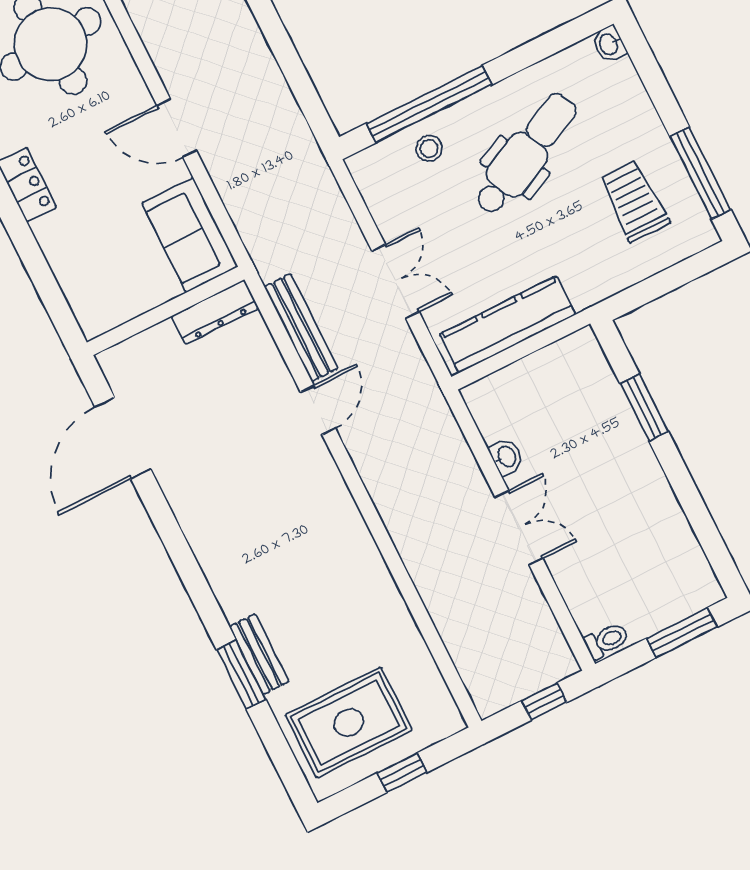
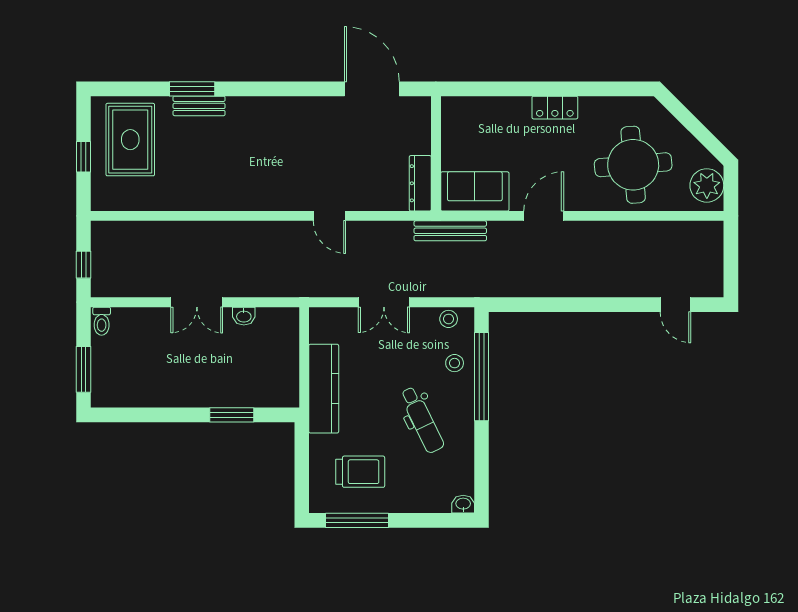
dental chair: (525, 154) -> (422, 420), width x0.73, depth x0.72
stool: (375, 185) -> (449, 319), added
kitchen counter: (507, 324) -> (324, 389), moved
bench: (301, 328) -> (450, 231), moved

